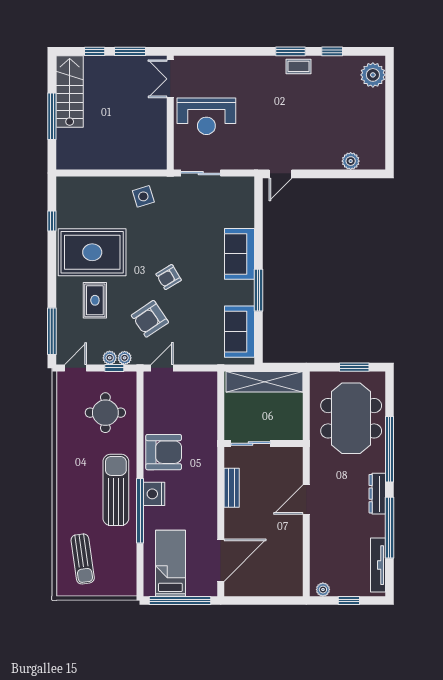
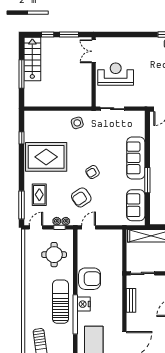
reception desk: (206, 116) -> (116, 74), turned 180
sofa: (239, 254) -> (136, 158), width x1.36
rug: (95, 300) -> (39, 195), moved

